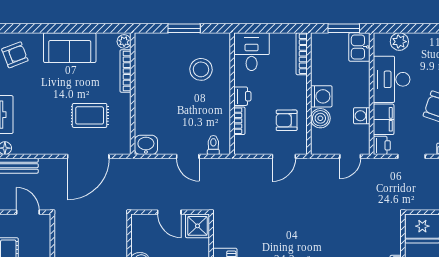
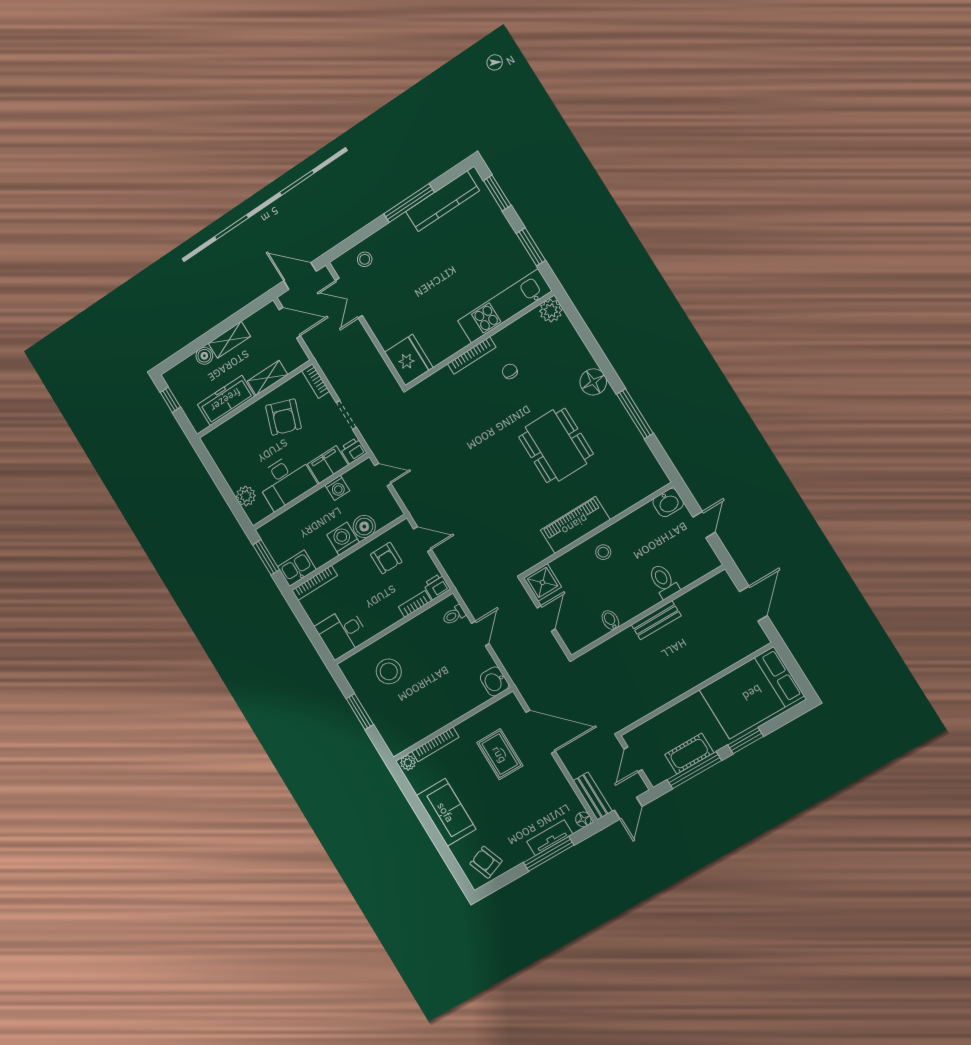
kitchen sink: (359, 47) -> (297, 568), moved, turned 180
printer: (242, 96) -> (437, 586), moved

